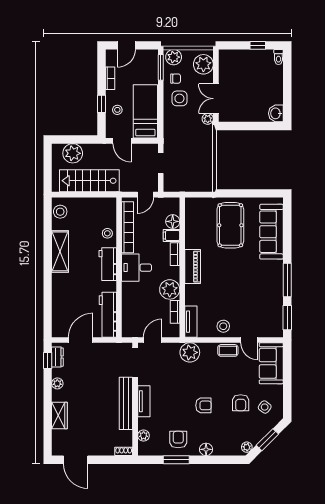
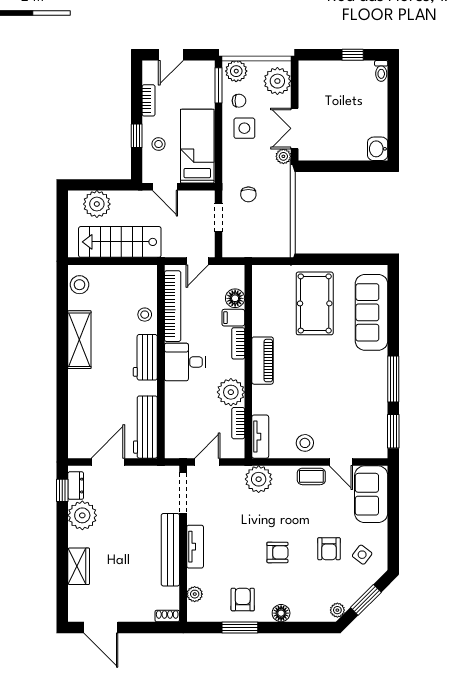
chair: (182, 146) -> (248, 194), added
plant: (57, 383) -> (82, 515), width x1.88, depth x1.88

